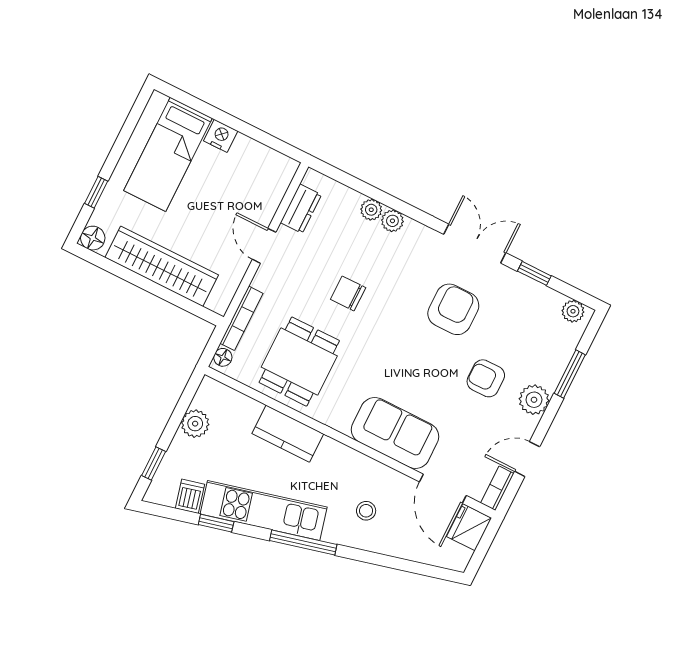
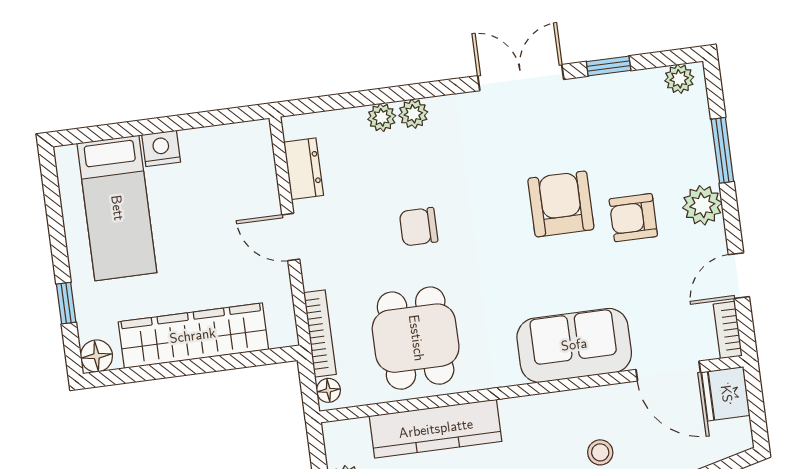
armchair: (453, 309) -> (561, 204), moved
kitchen counter: (288, 434) -> (436, 429), width x1.50

